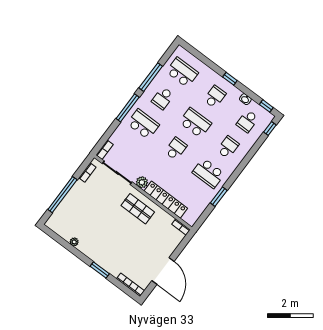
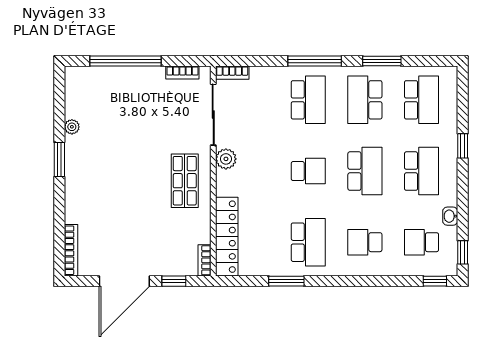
window: (151, 77) -> (382, 61), width x0.69
window: (230, 79) -> (463, 146), moved
school desk: (215, 97) -> (422, 171), width x1.85
school desk: (163, 98) -> (365, 100), width x1.85
school desk: (228, 147) -> (365, 242), turned 180
school desk: (208, 173) -> (308, 242), turned 180
locker: (166, 200) -> (227, 237), moved
window: (180, 248) -> (174, 281), added
window: (100, 270) -> (59, 160), moved

